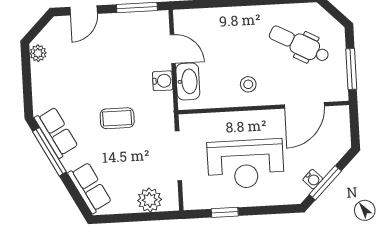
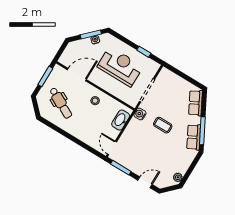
door: (173, 49) -> (112, 148), moved
water cooler: (163, 81) -> (140, 114), moved
plant: (150, 200) -> (173, 80), removed

